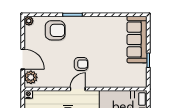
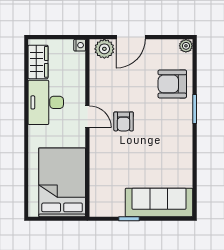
armchair: (55, 30) -> (172, 84), turned 90

